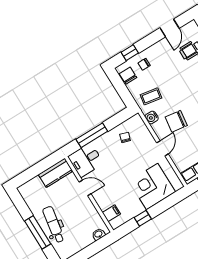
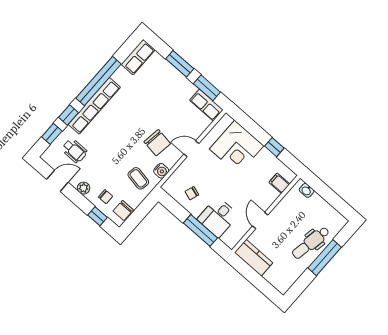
plant: (157, 48) -> (84, 188), added
desk: (86, 160) -> (218, 217), moved, turned 90

